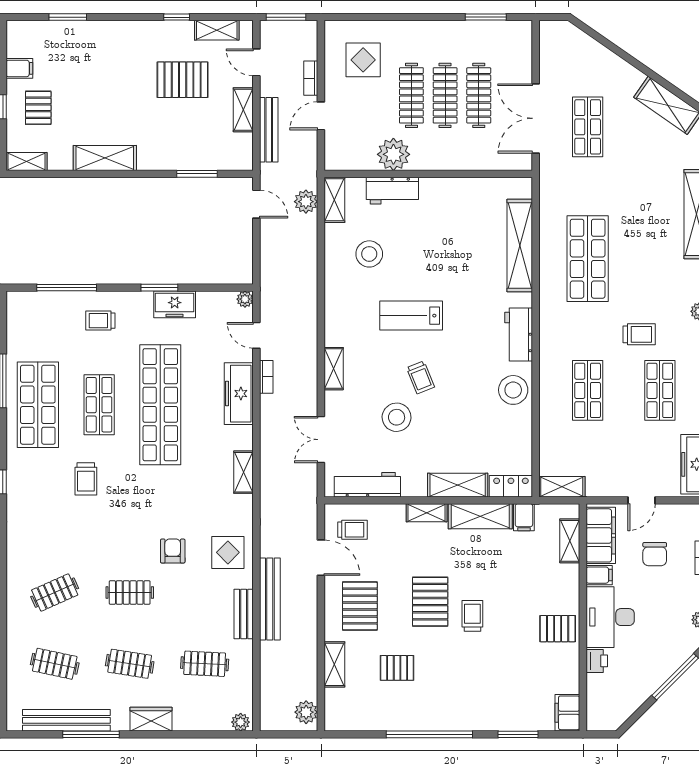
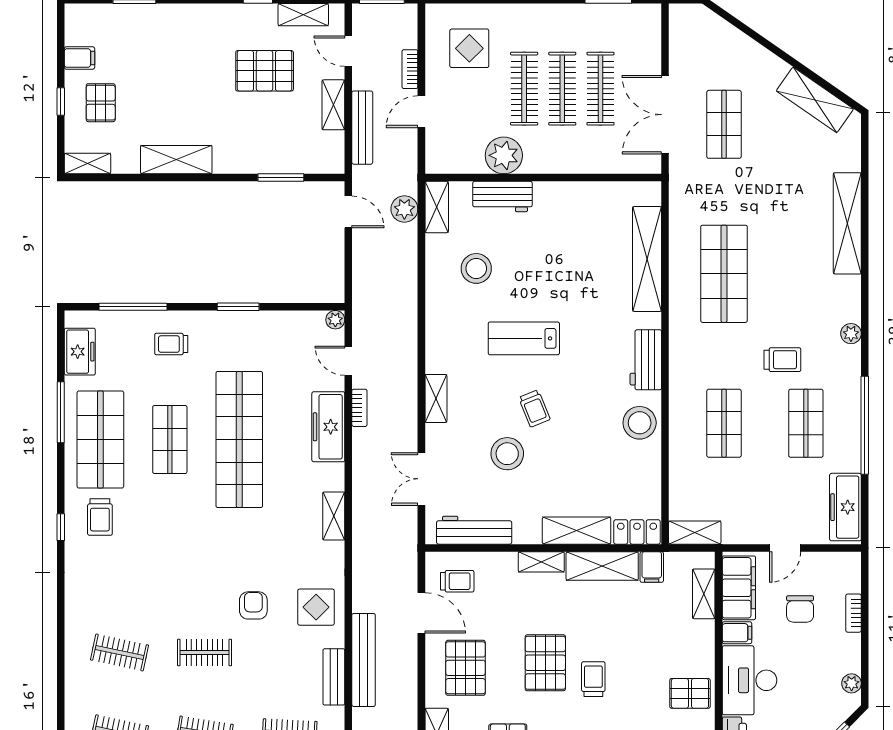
freezer: (175, 304) -> (80, 352), moved, turned -90
trolley: (86, 479) -> (100, 517), moved
clothes rail: (55, 593) -> (120, 652), turned 36

